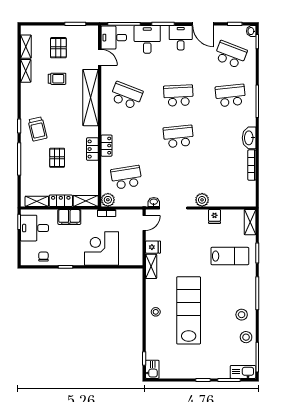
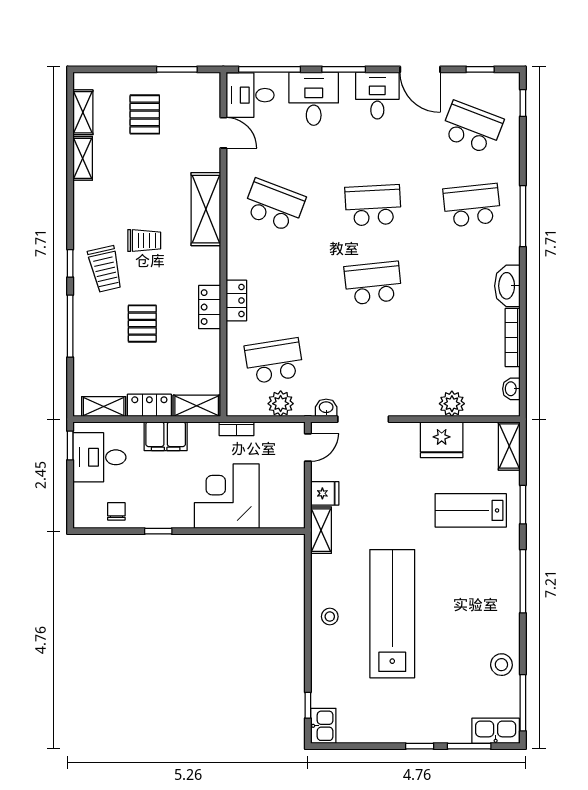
washbasin: (251, 31) -> (511, 389), moved
trolley: (57, 79) -> (144, 240), moved
shelving: (91, 98) -> (206, 209), width x0.68
plant: (108, 200) -> (281, 404), moved
plant: (202, 200) -> (452, 404), moved
fridge: (215, 216) -> (442, 440), width x1.88, depth x1.34
lab bench: (230, 256) -> (471, 510), turned 180
stool: (242, 315) -> (493, 622), removed

